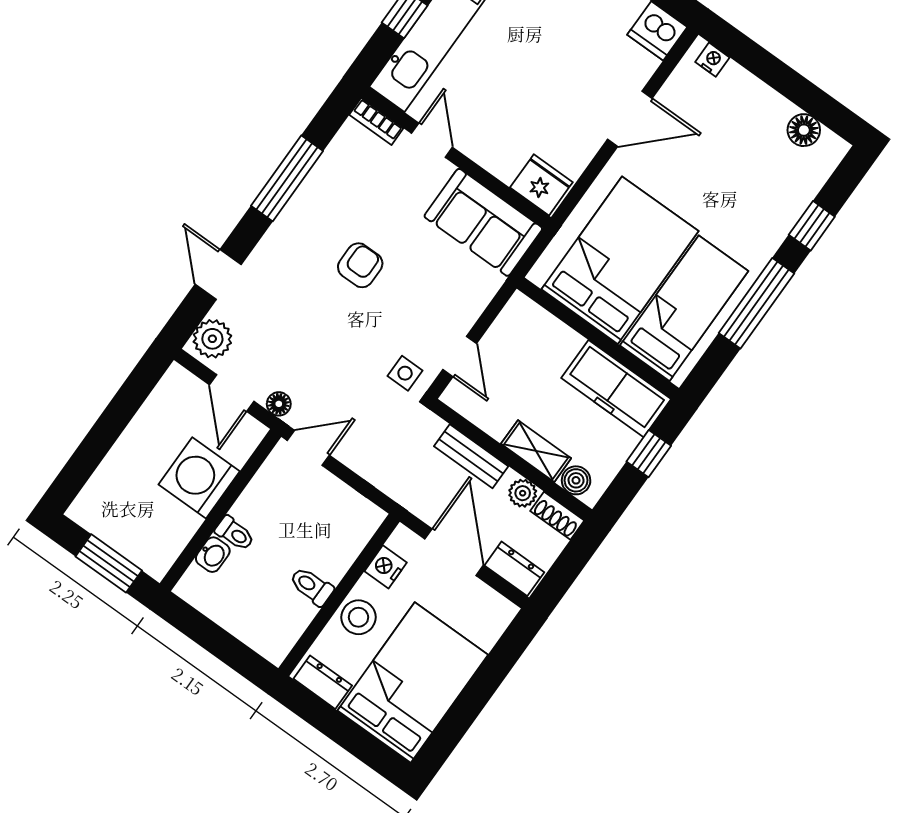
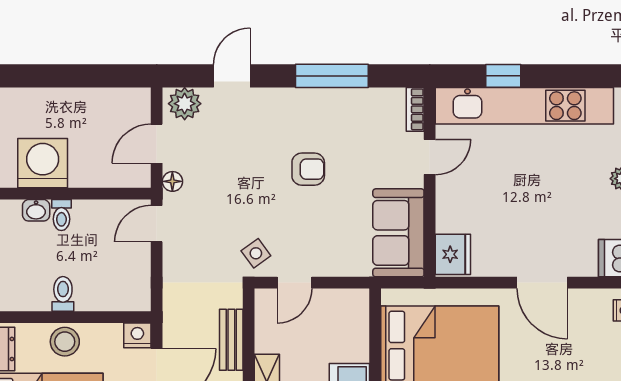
side table: (405, 373) -> (256, 253), turned -36
door: (308, 448) -> (157, 224), swing flipped
washing machine: (199, 478) -> (43, 163), moved
nightstand: (386, 567) -> (137, 335), moved

